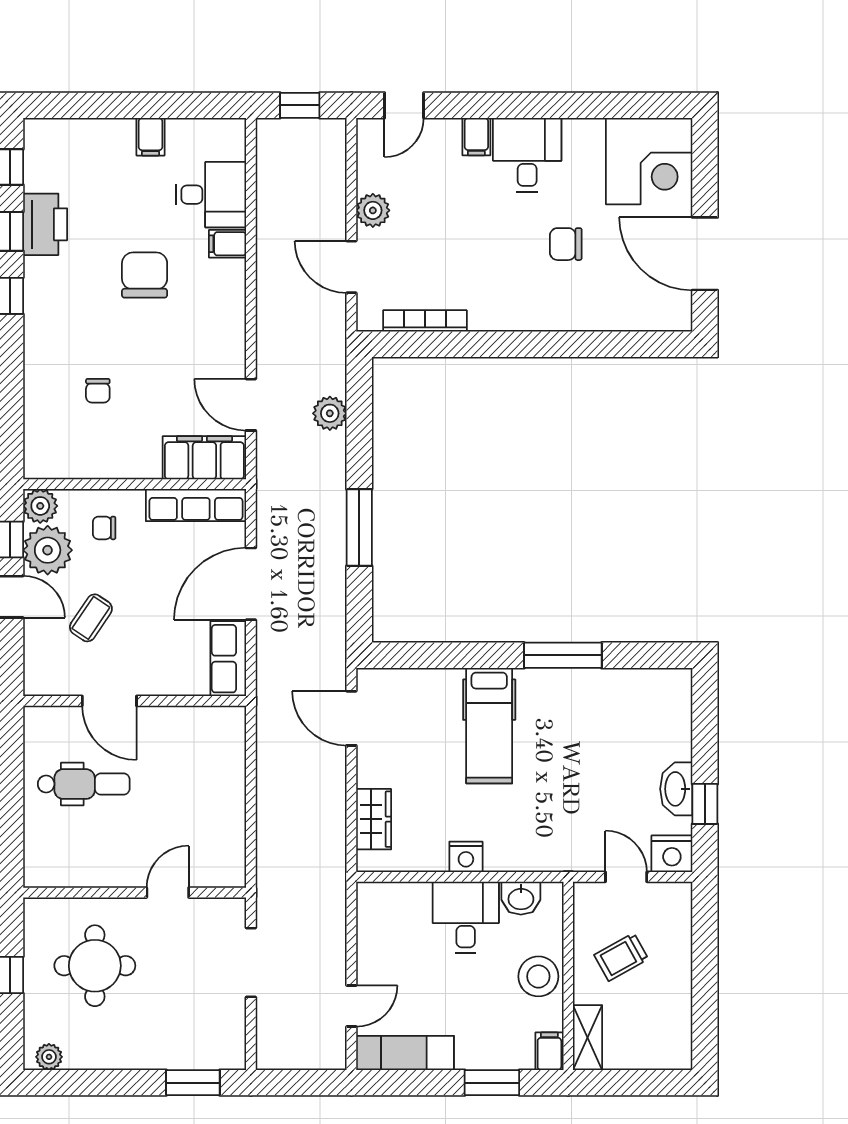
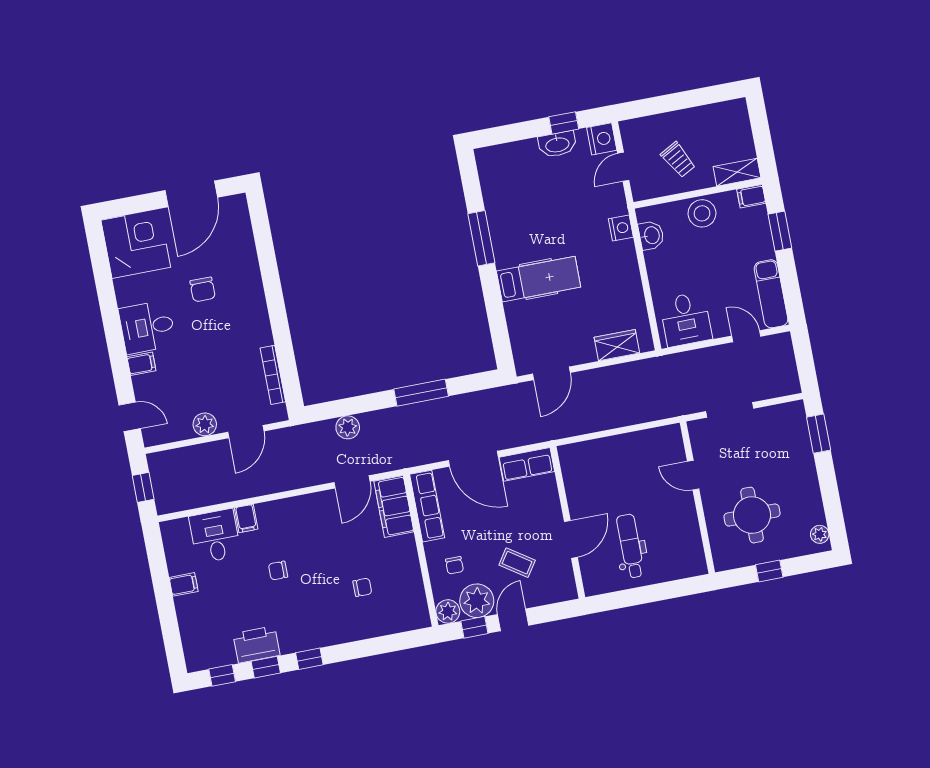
chair: (145, 275) -> (278, 571), width x0.54, depth x0.54
nightstand: (466, 857) -> (621, 228), moved
desk: (466, 917) -> (686, 319), moved, turned -90

